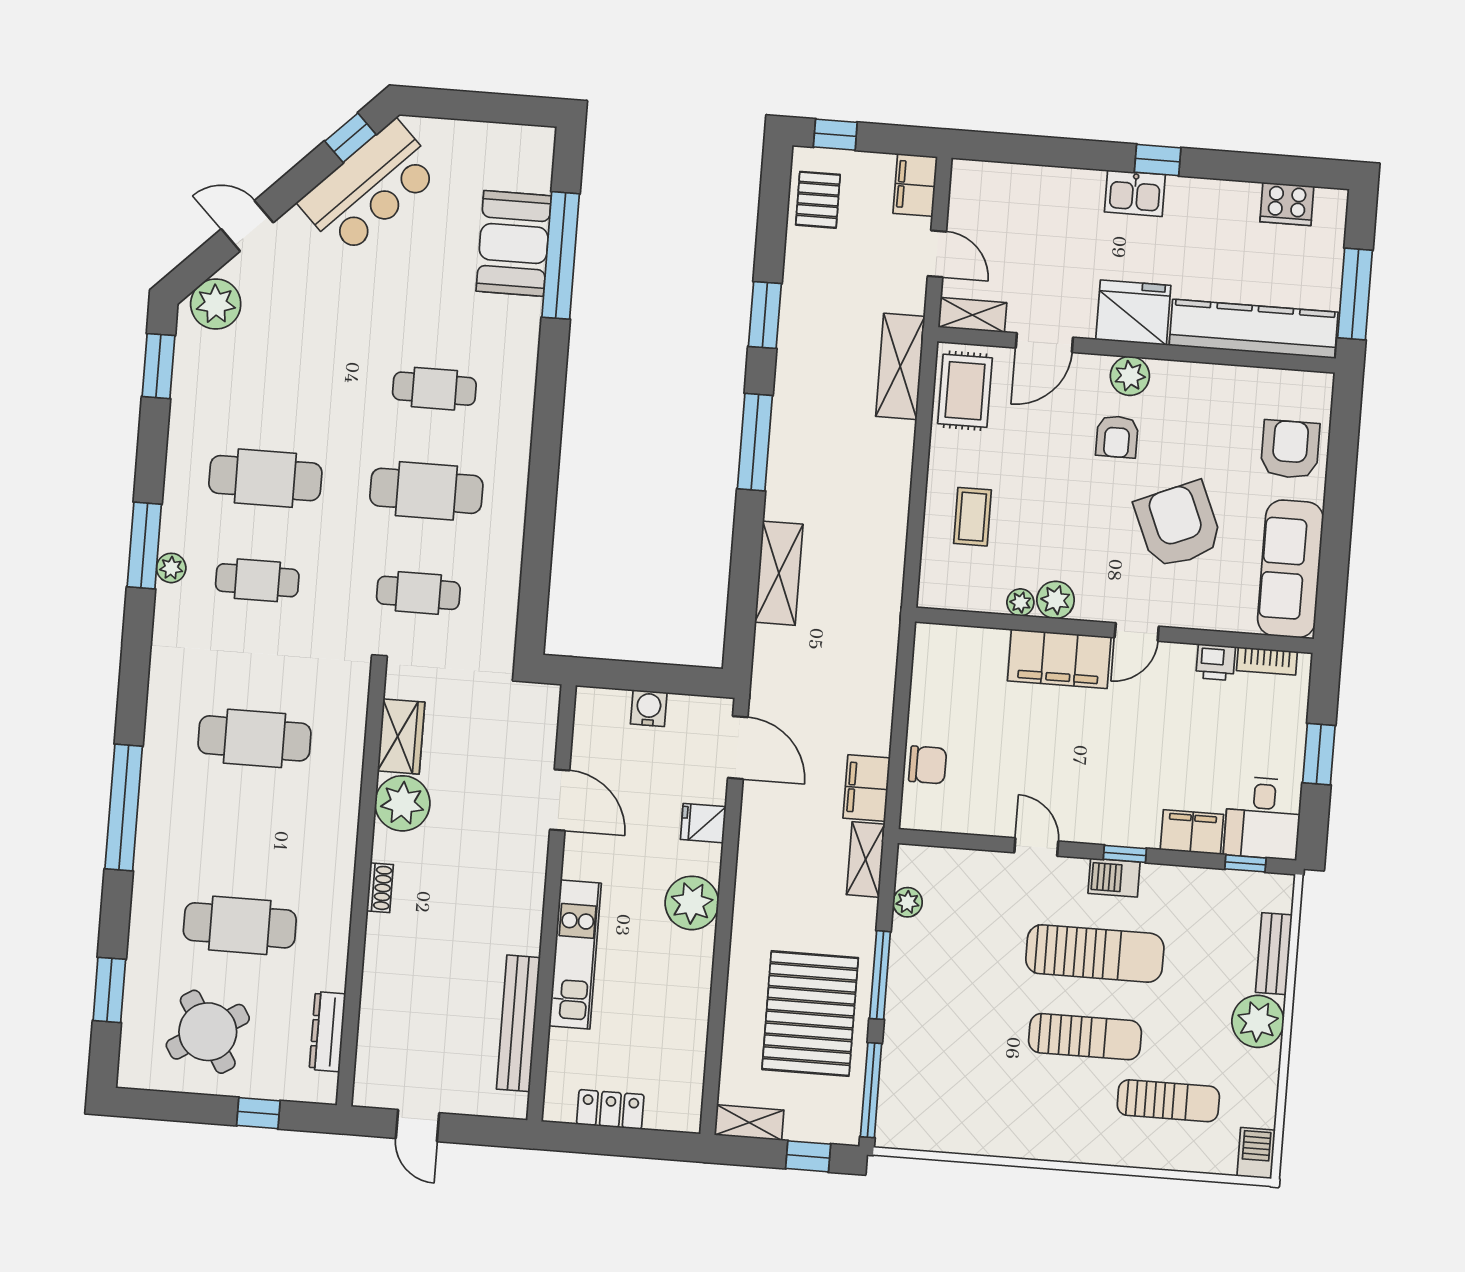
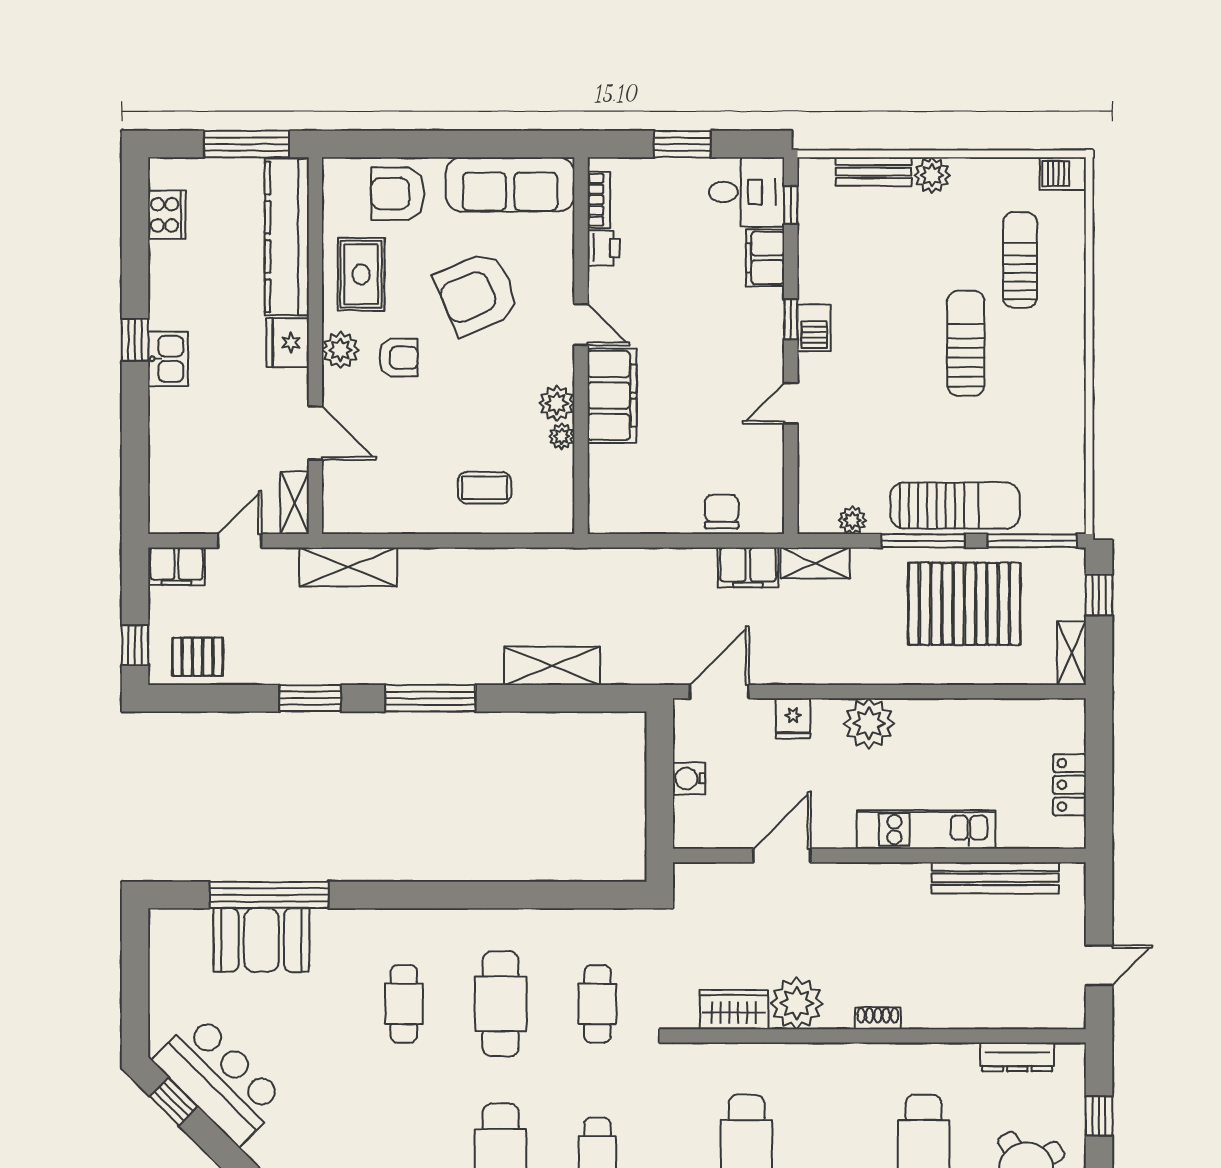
fridge: (1133, 313) -> (288, 343), width x0.73, depth x0.75
rug: (965, 391) -> (361, 274), moved, turned 90
sun lounger: (1095, 953) -> (955, 506), moved, turned 90
plant: (1258, 1021) -> (932, 175), width x0.73, depth x0.73

